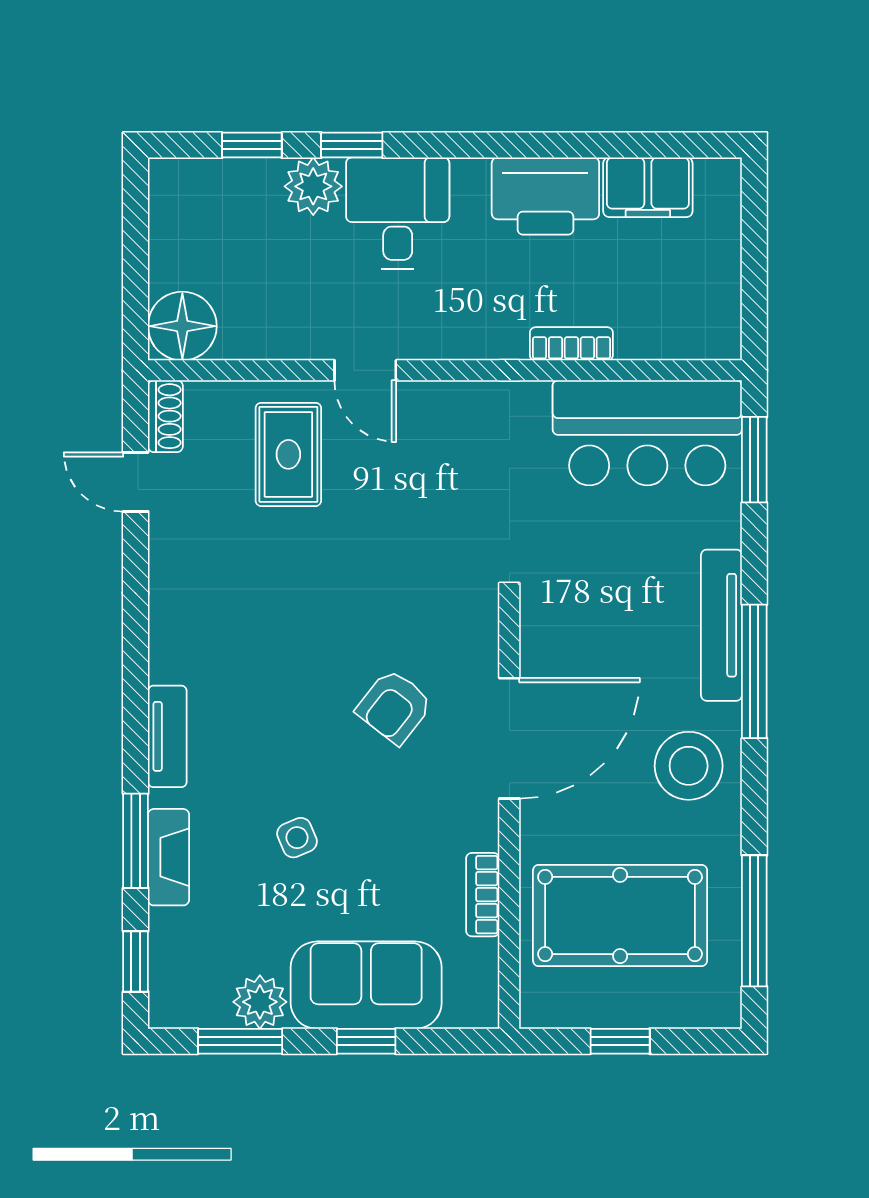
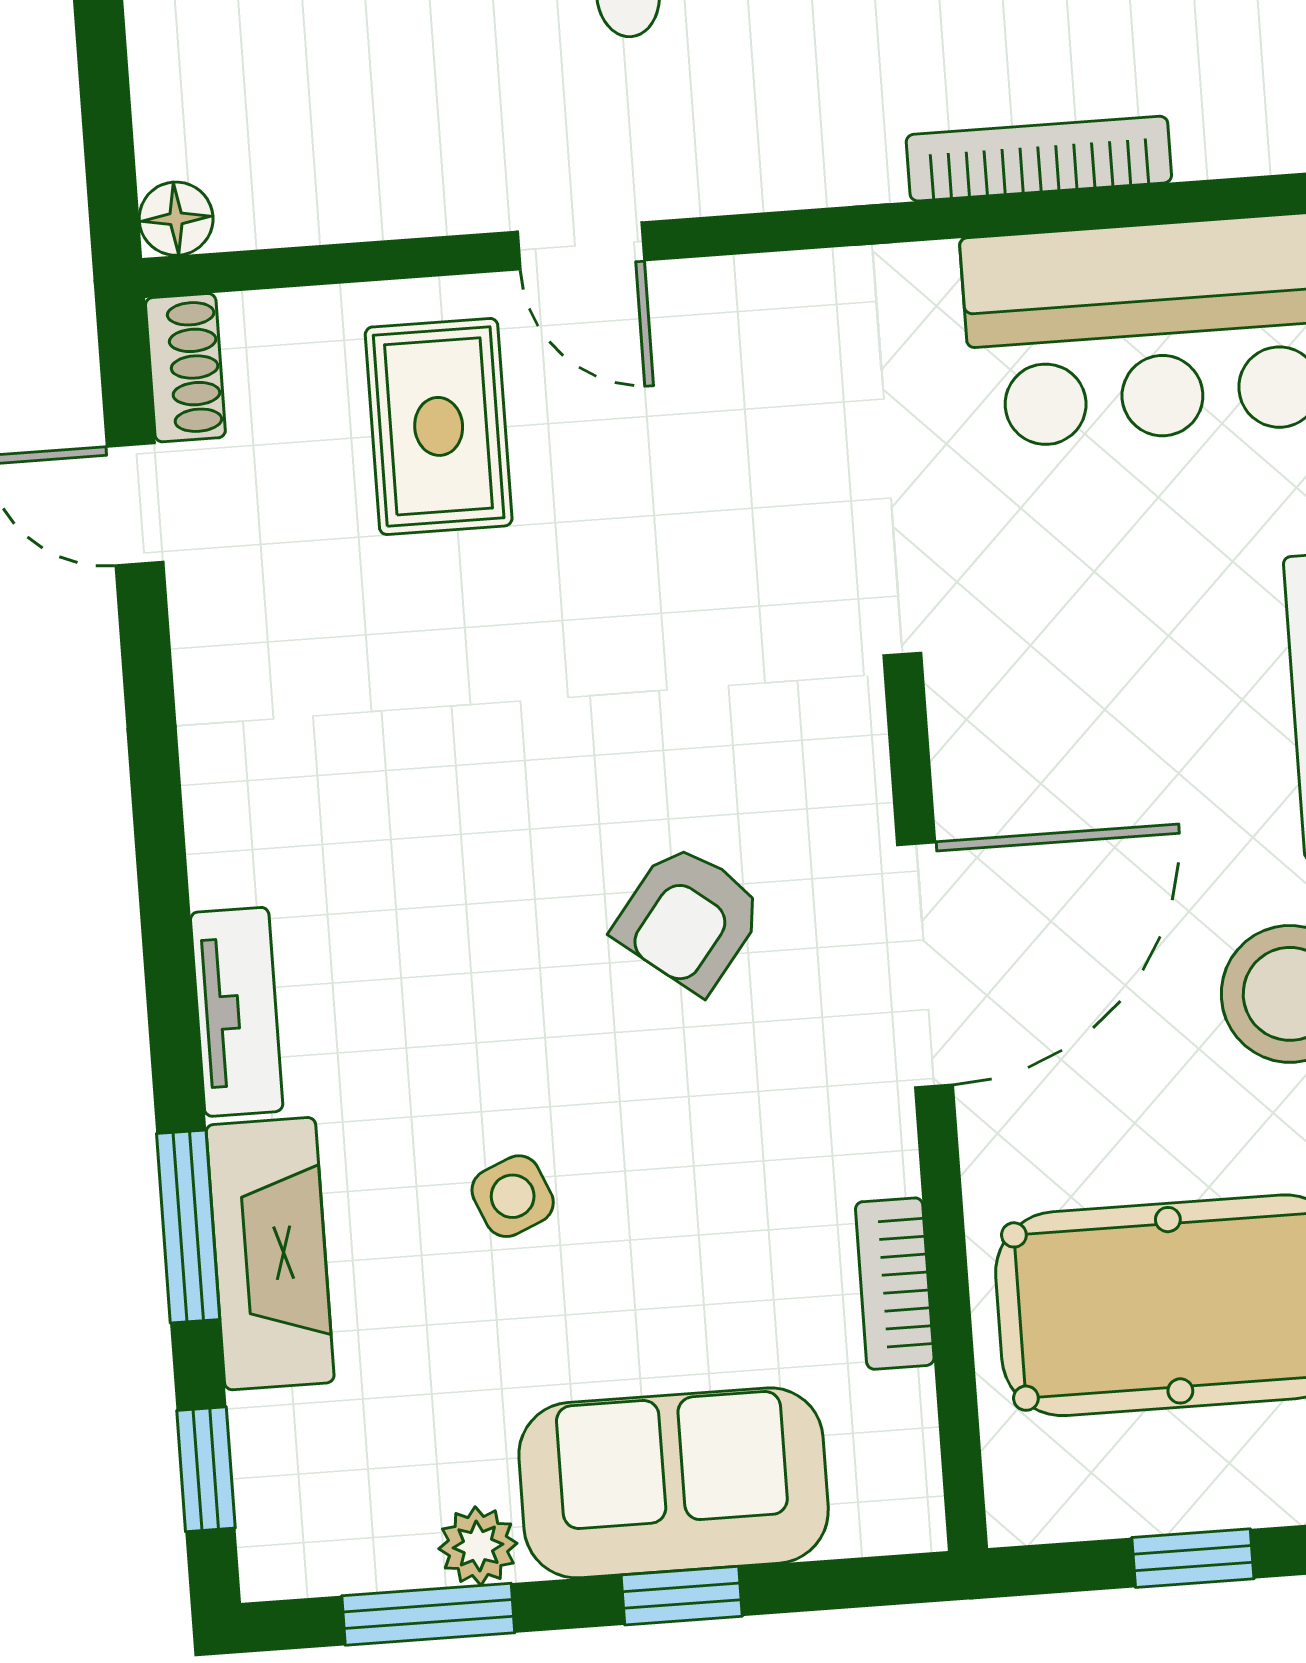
floor lamp: (182, 326) -> (176, 219), width x0.53, depth x0.53
bookcase: (571, 344) -> (1039, 159), width x1.56
fireplace: (168, 857) -> (270, 1254), width x1.37, depth x1.32
plant: (260, 1002) -> (478, 1546), width x0.73, depth x0.73

